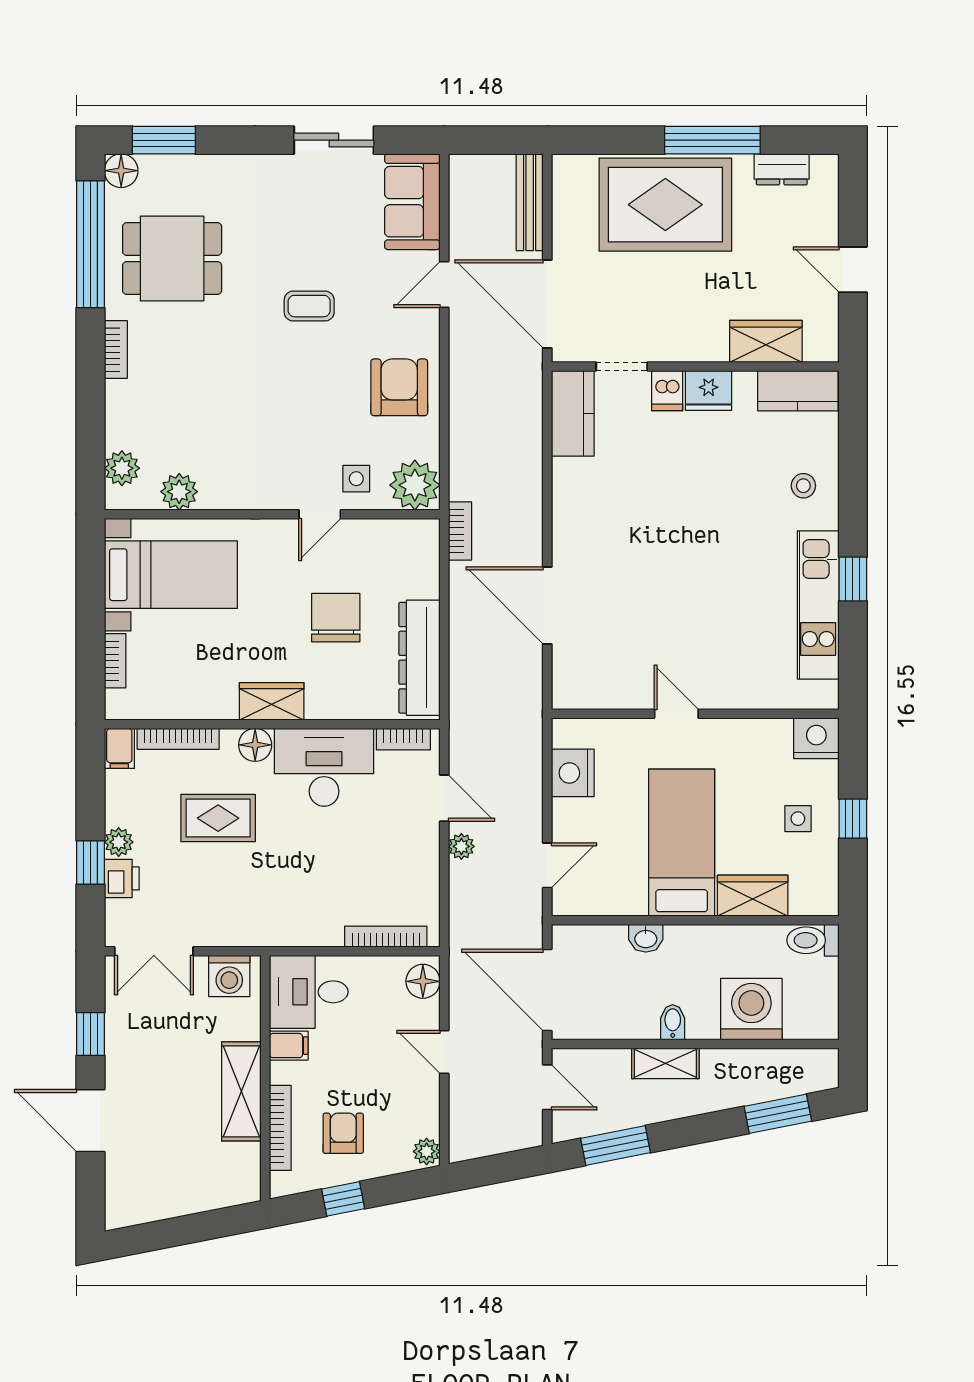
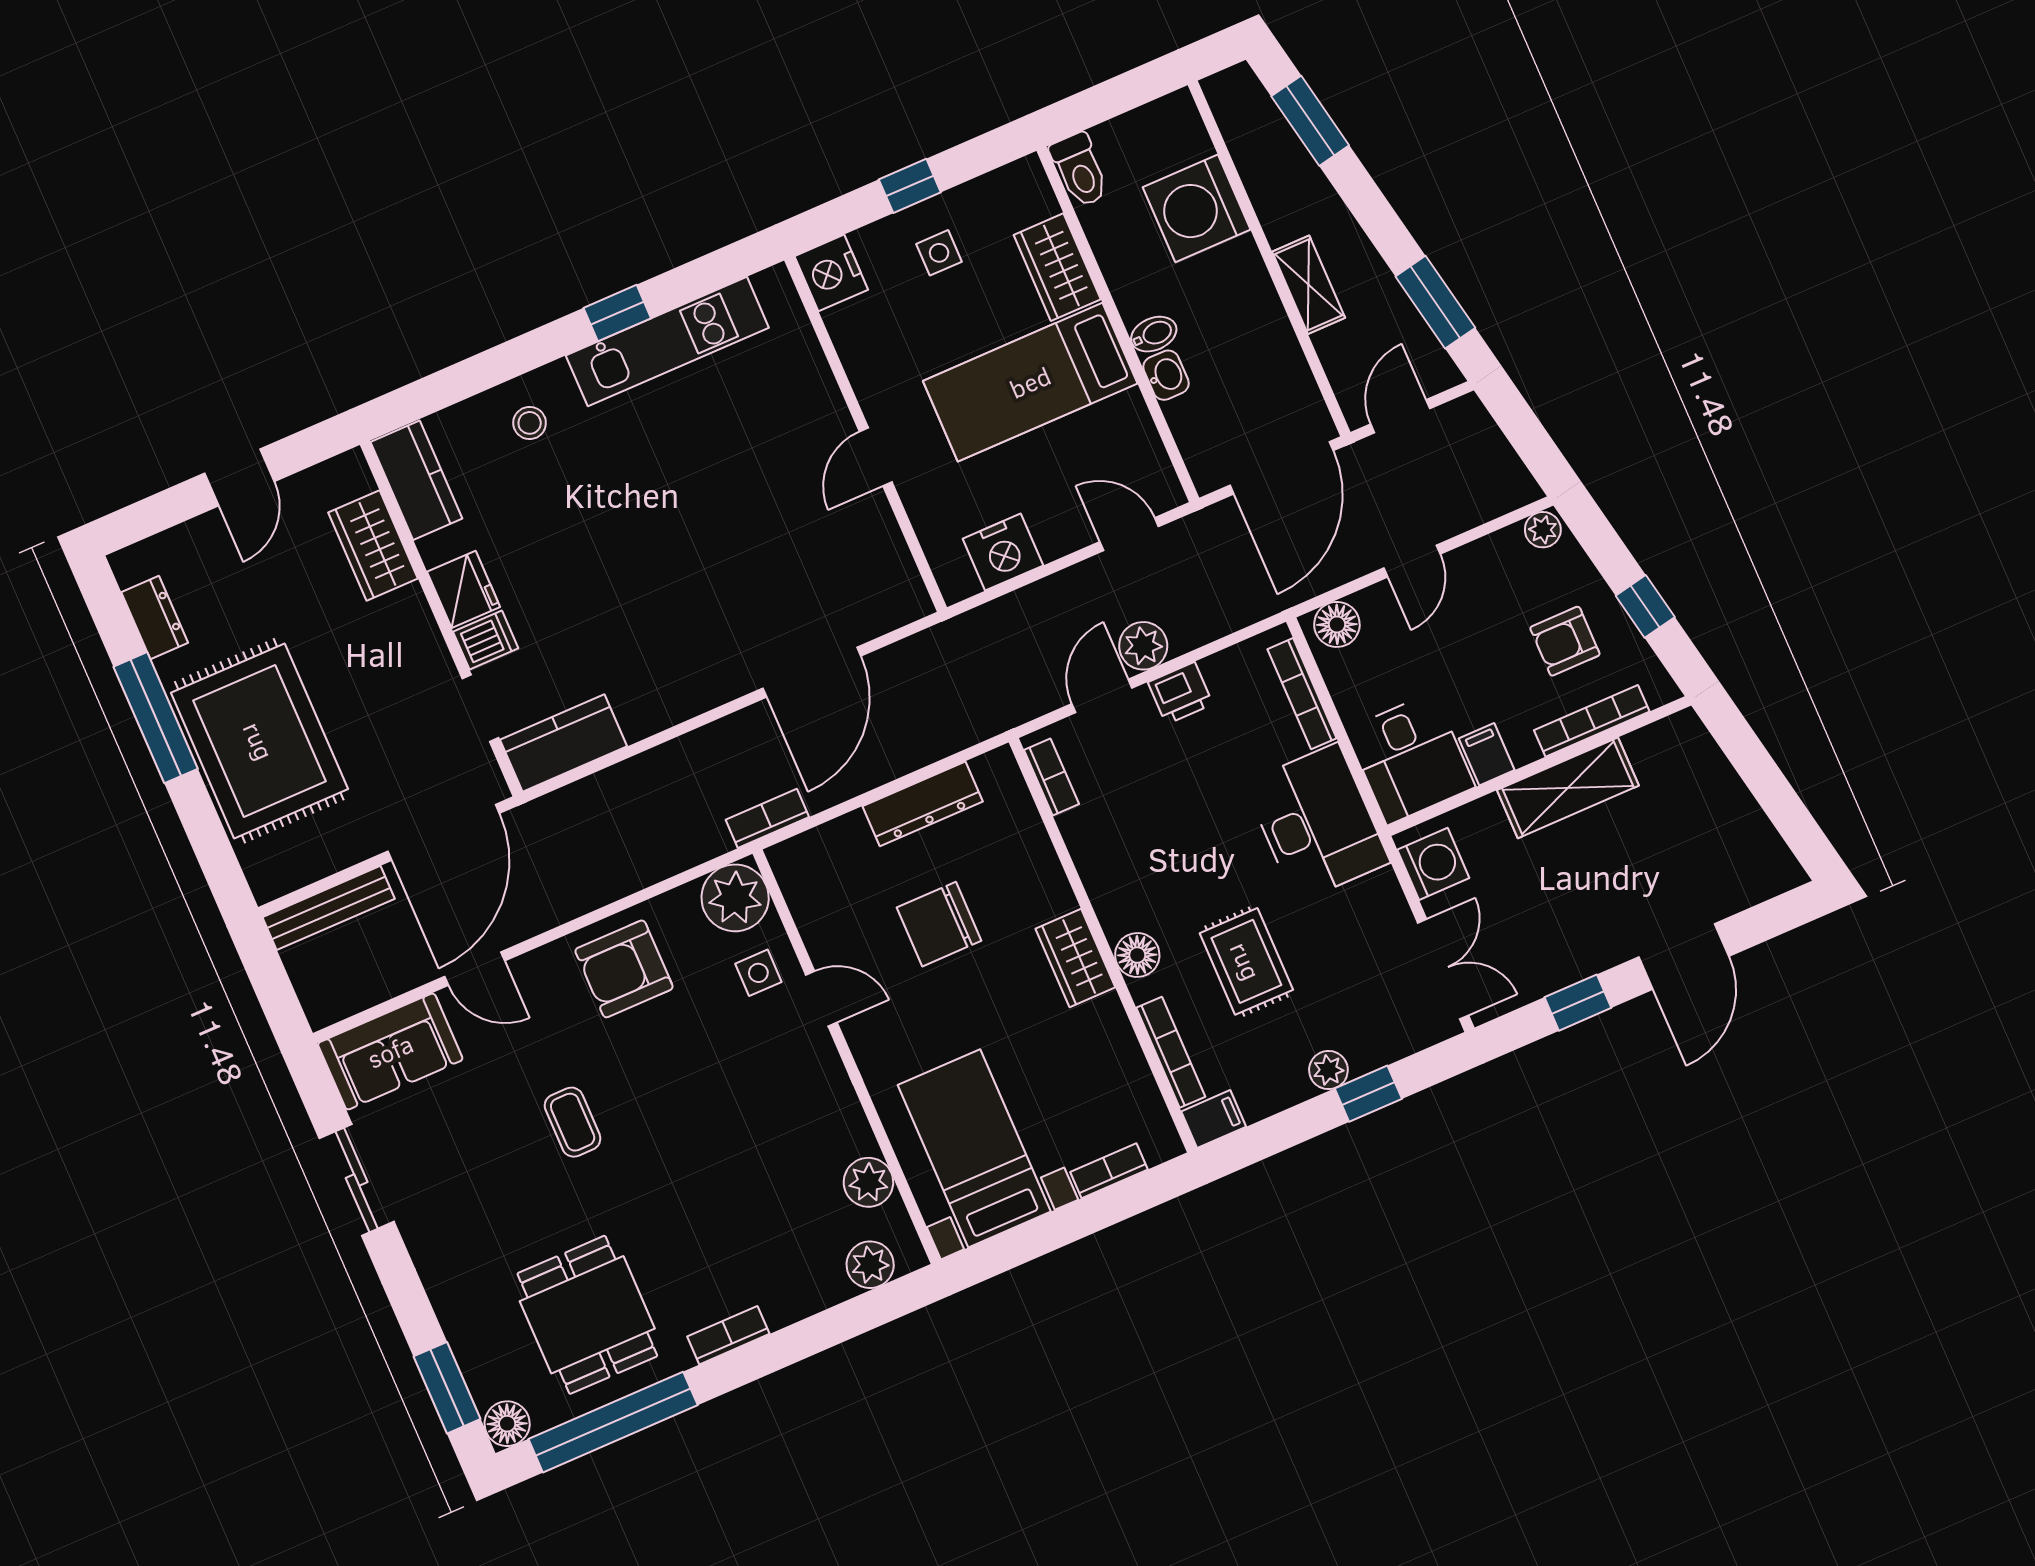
dresser: (419, 658) -> (923, 804), width x0.73, depth x0.80
desk: (324, 767) -> (1317, 823), moved, turned 180
plant: (461, 846) -> (1143, 646), width x1.38, depth x1.38
printer: (122, 878) -> (1180, 693), moved, turned 180
bidet: (673, 1022) -> (1154, 334), moved, turned 180

